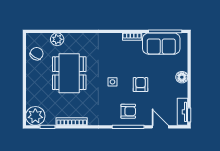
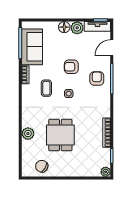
plant: (57, 39) -> (28, 134), moved
coffee table: (118, 59) -> (46, 88), added
dining table: (69, 73) -> (60, 135), width x0.73
plant: (181, 91) -> (77, 28), added
plant: (35, 116) -> (106, 172), width x0.53, depth x0.53

